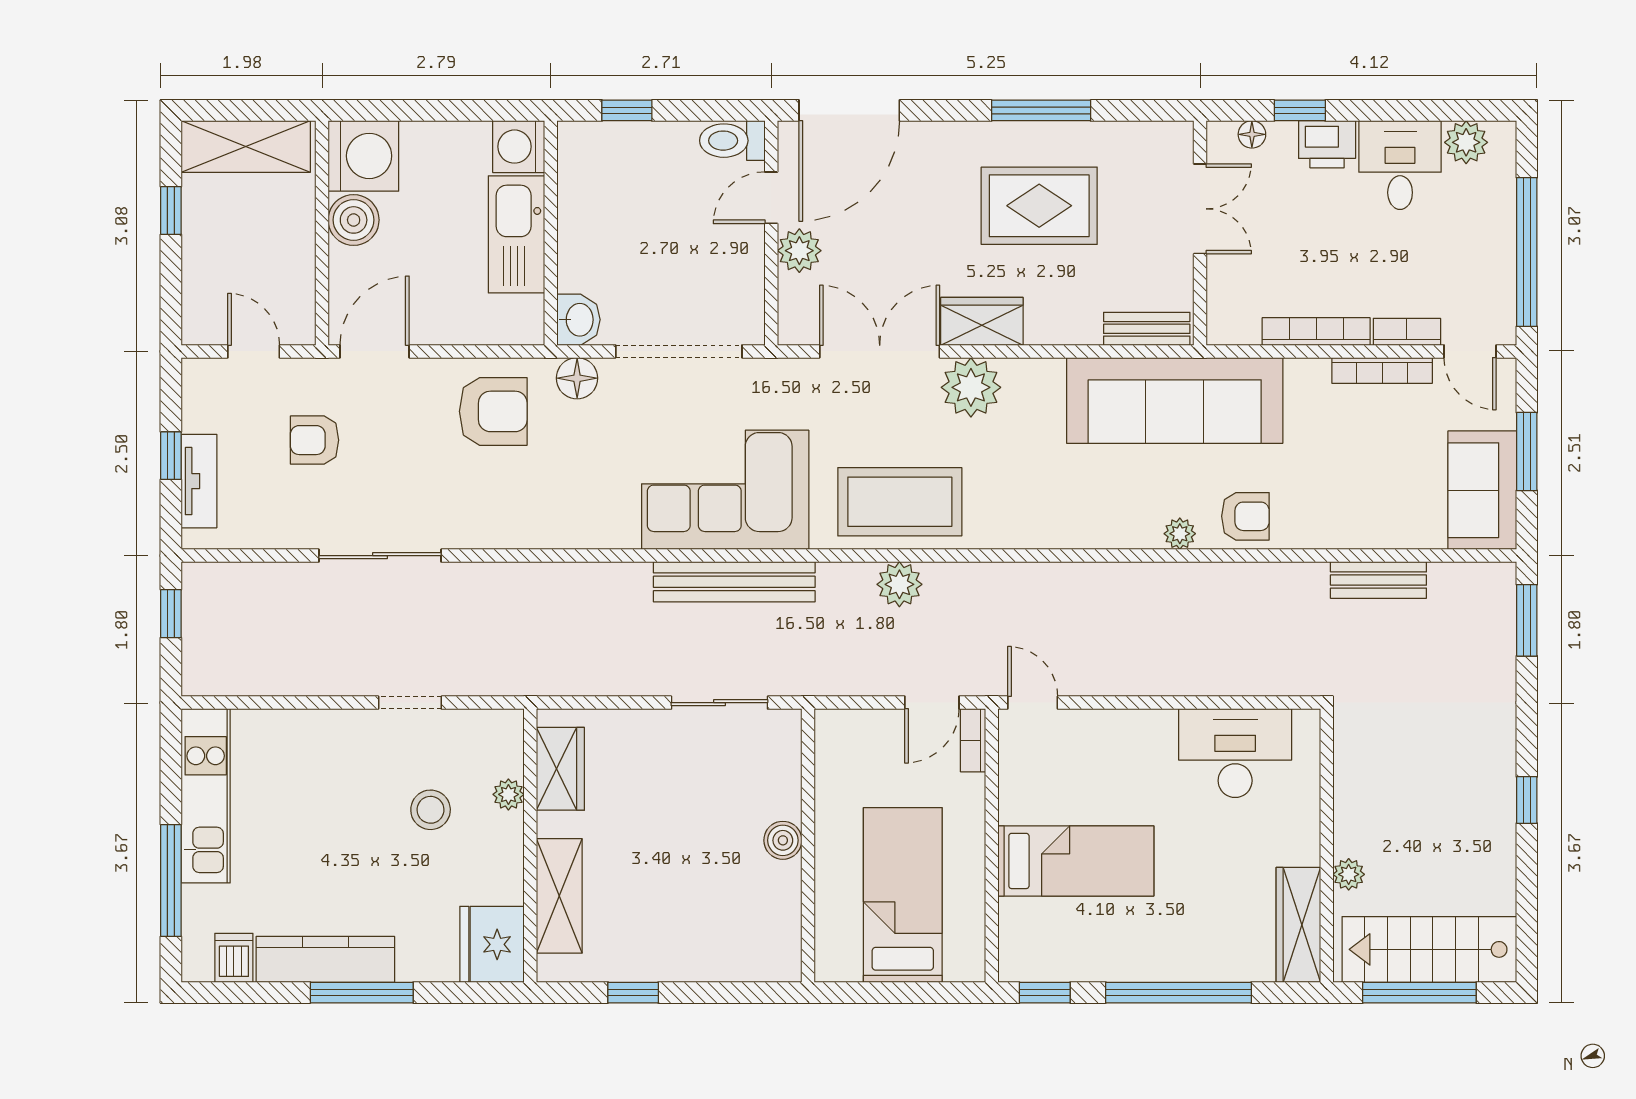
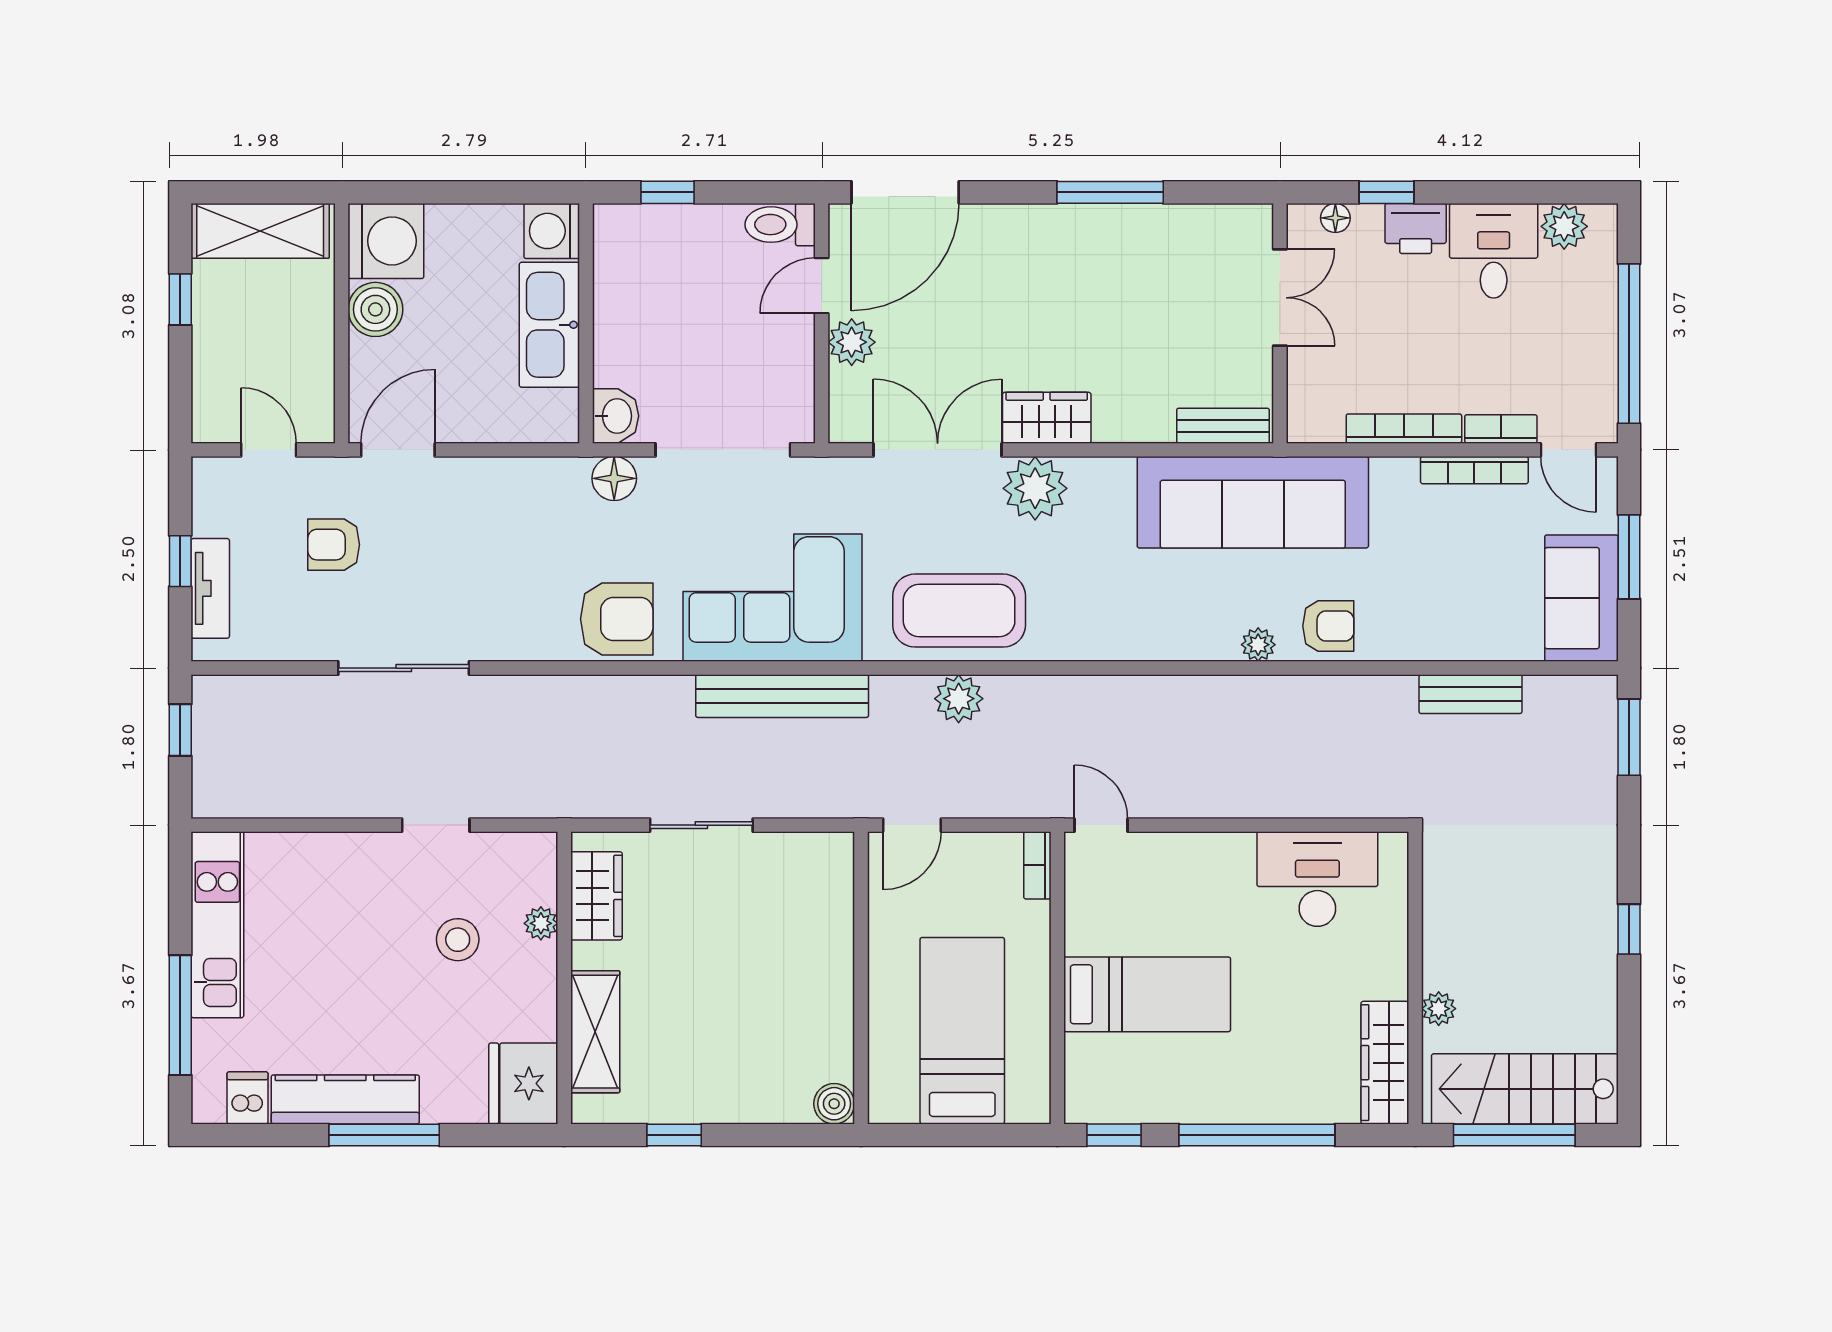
rug: (1039, 206) -> (1108, 294), removed
armchair: (493, 411) -> (617, 619), moved
sliding door: (720, 703) -> (701, 825), moved
door: (932, 703) -> (912, 825), moved
boiler: (783, 840) -> (834, 1104), moved

